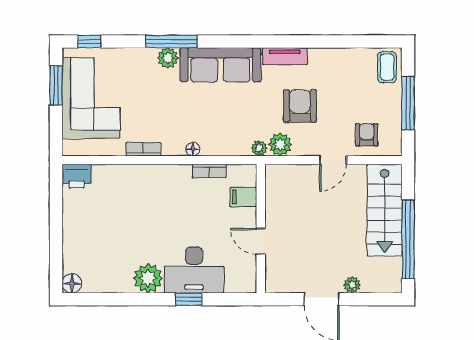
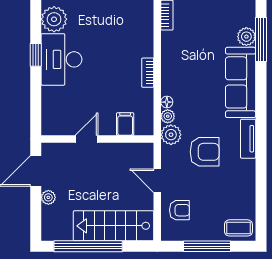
floor lamp: (193, 149) -> (167, 102), moved
filing cabinet: (244, 197) -> (125, 124), moved
wall: (261, 229) -> (97, 139), moved
door: (261, 241) -> (87, 139), moved

